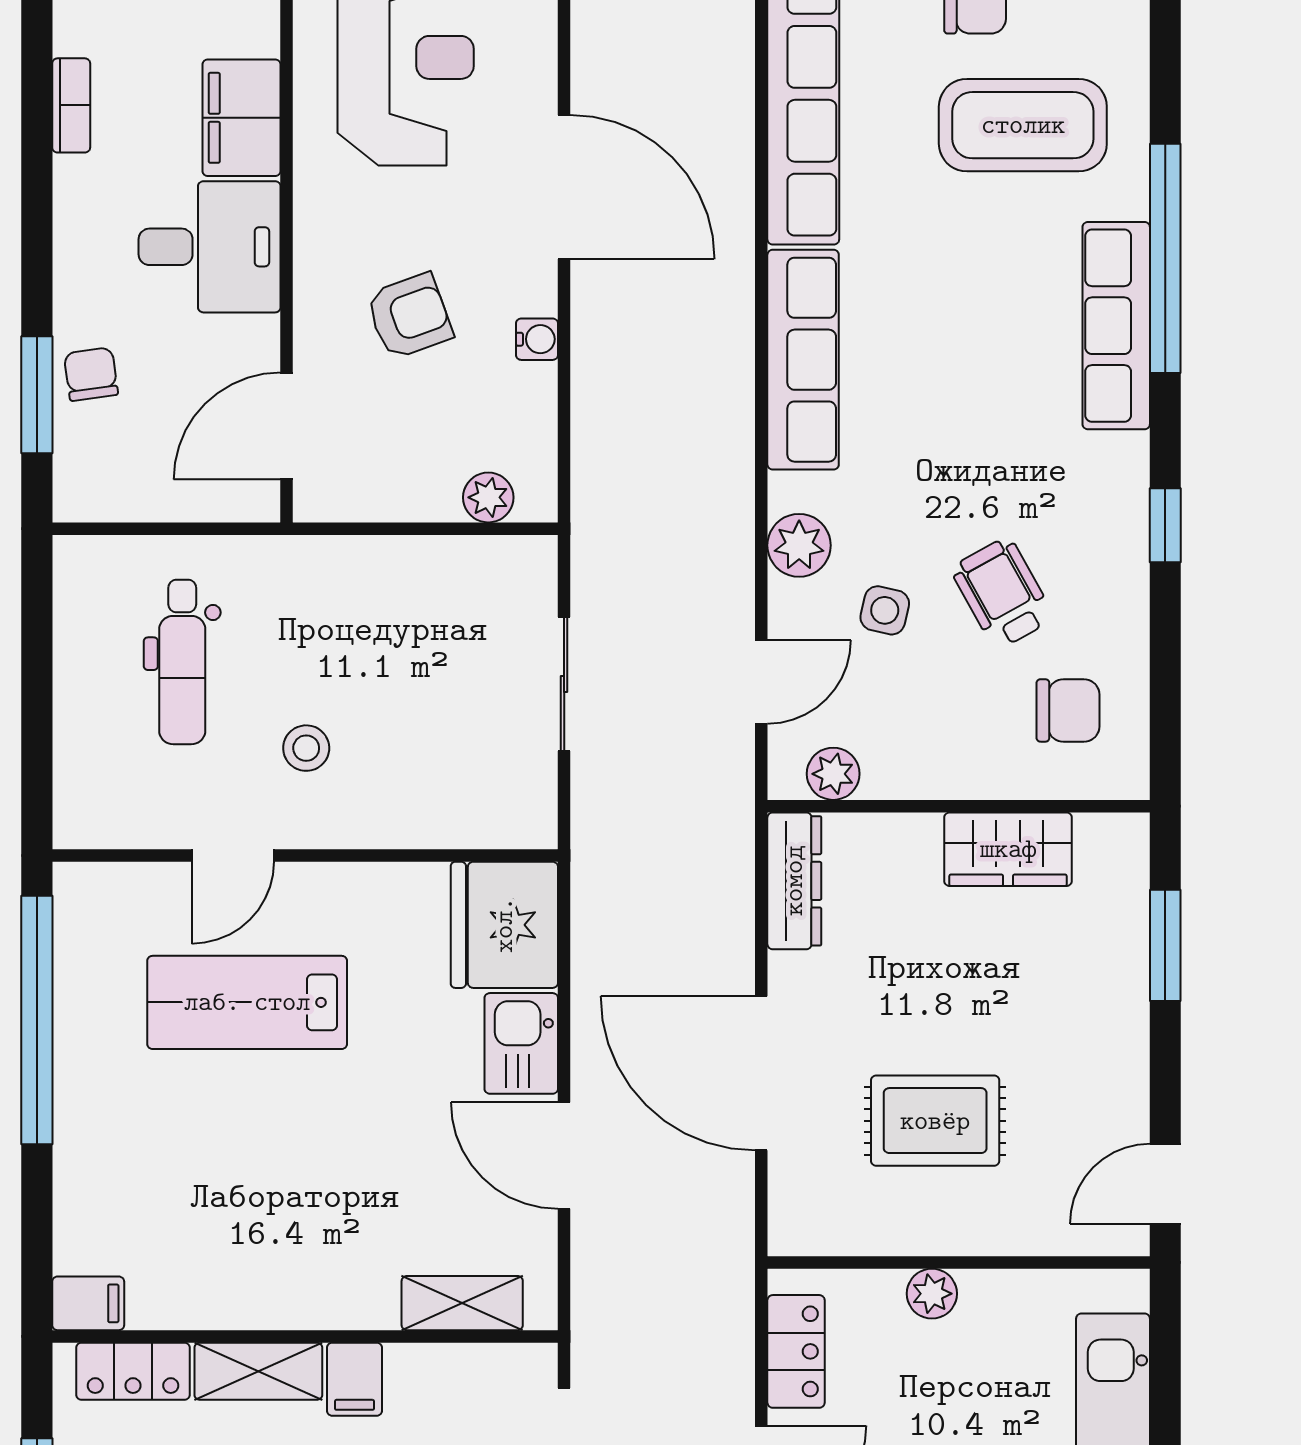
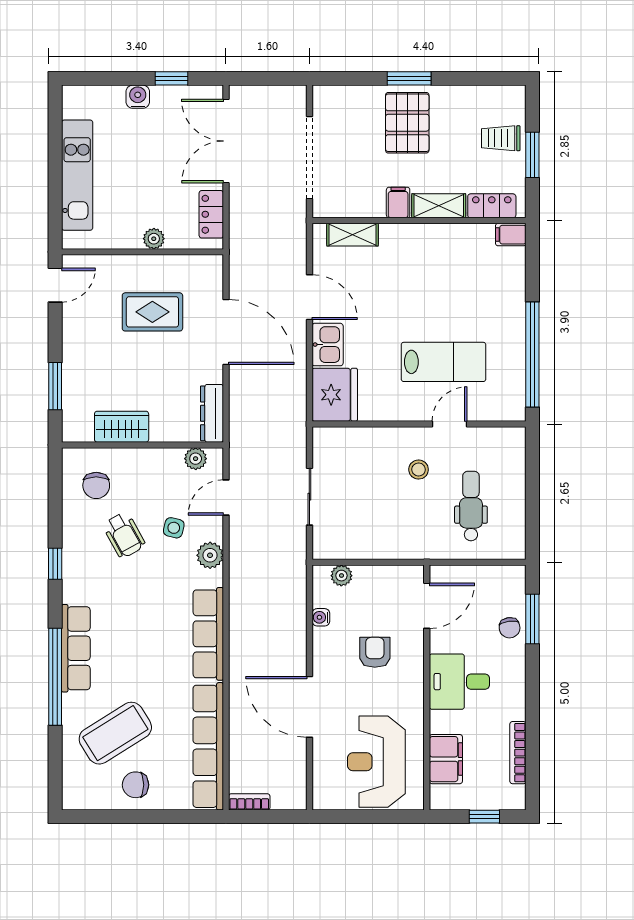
bookcase: (71, 105) -> (518, 753), width x1.56
filing cabinet: (241, 118) -> (446, 759), moved
coffee table: (1023, 125) -> (115, 733), turned -32
armchair: (409, 316) -> (375, 652), turned 110
water cooler: (537, 339) -> (321, 617), moved
chair: (1068, 710) -> (96, 485), turned -90

